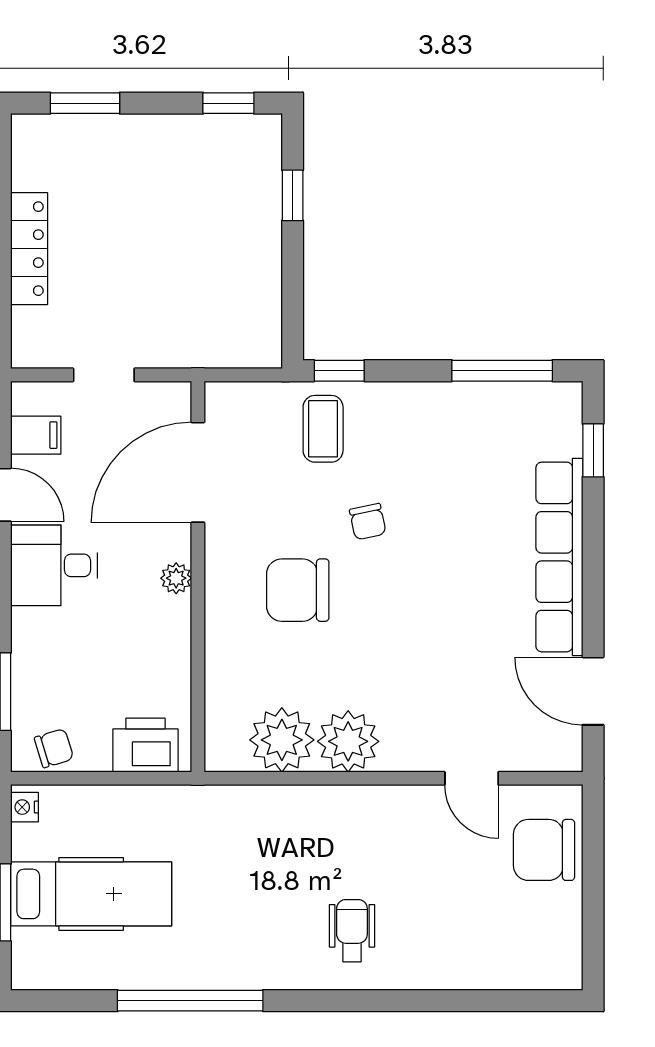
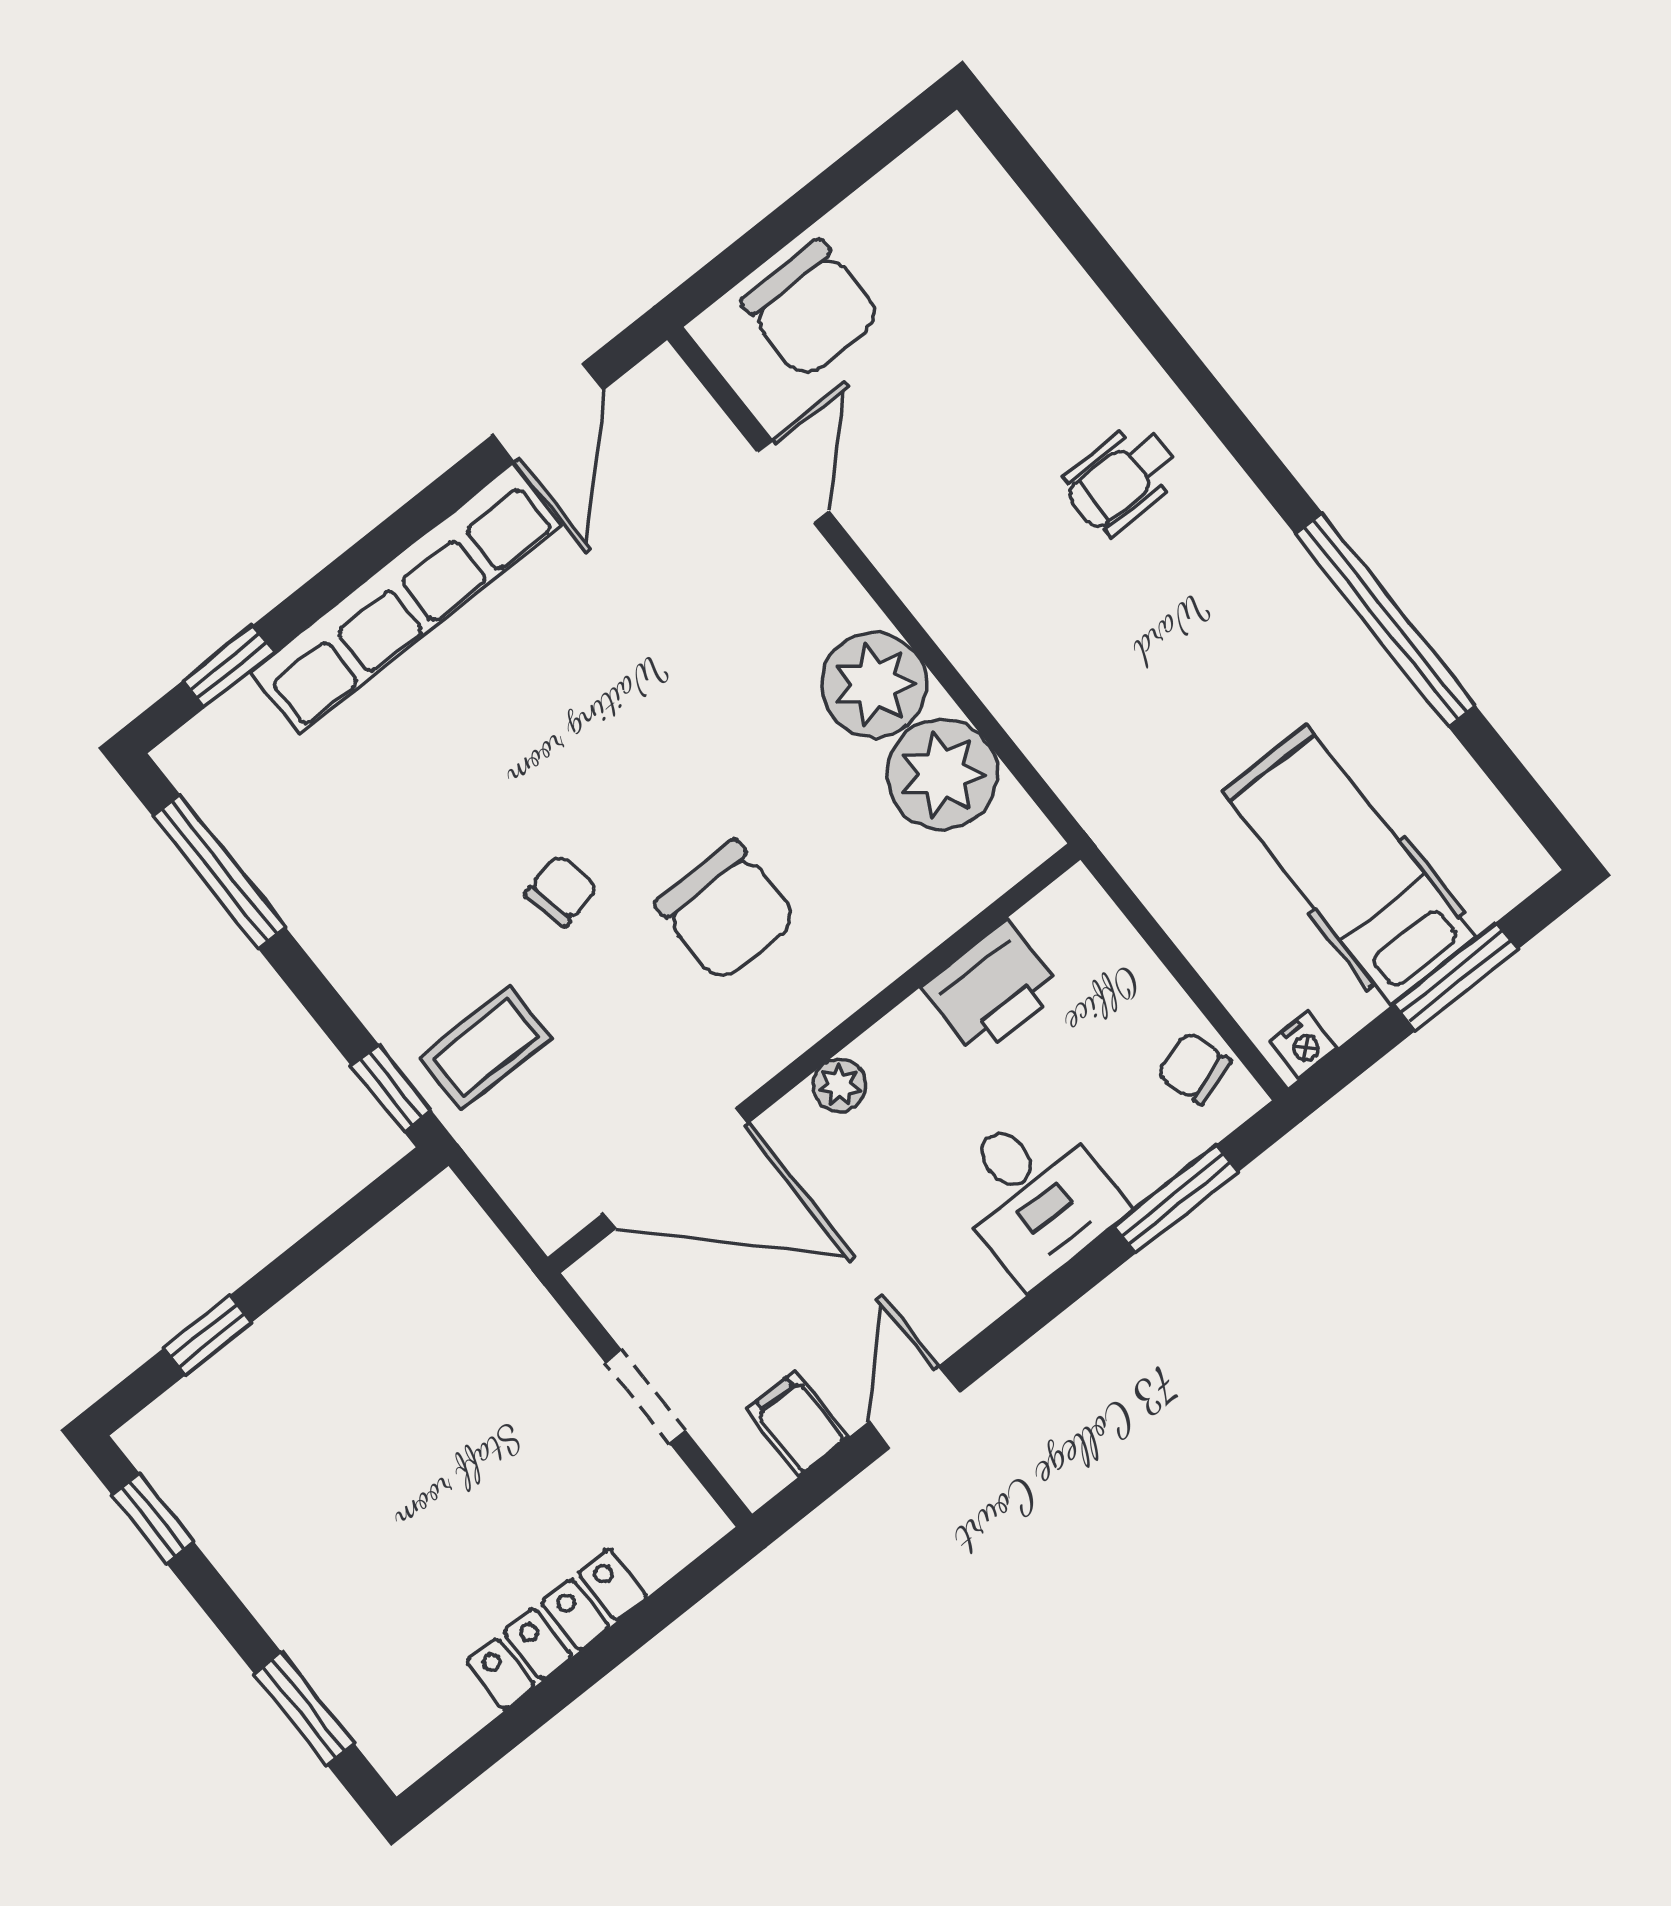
desk: (54, 565) -> (1035, 1195), moved
printer: (145, 745) -> (992, 989), moved, turned -90

